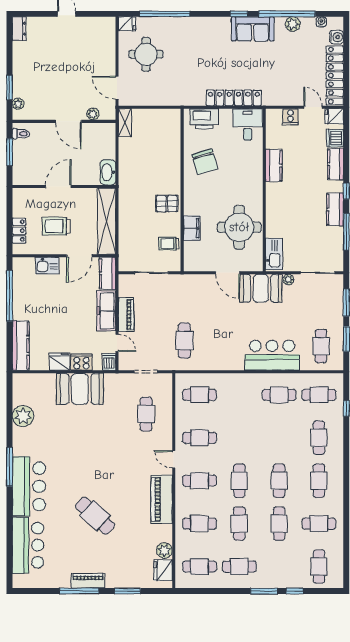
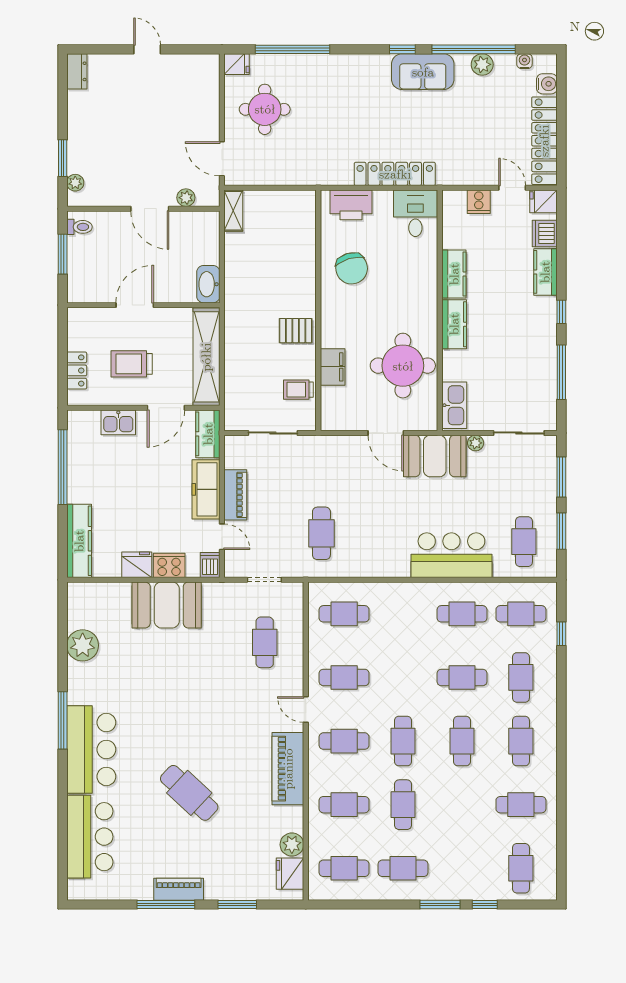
kitchen counter: (335, 209) -> (454, 324), moved, turned 180
cafe table: (279, 524) -> (462, 677), moved, turned 90

